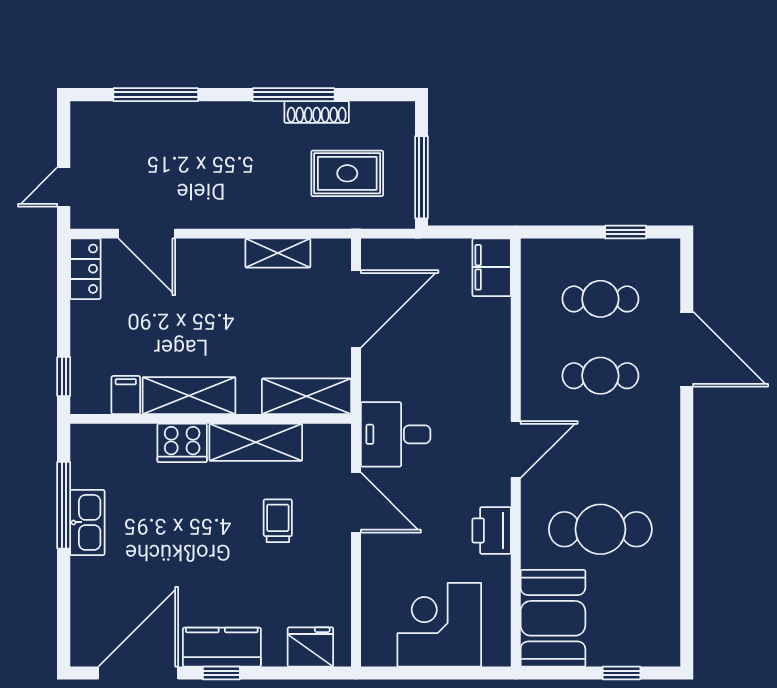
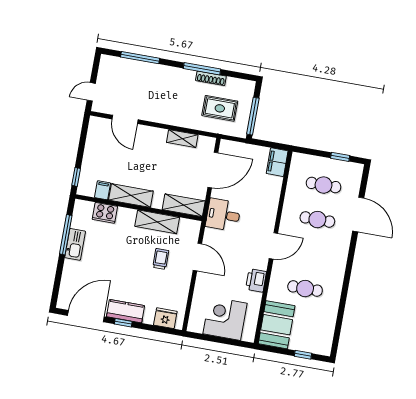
locker: (85, 269) -> (94, 130), removed
desk: (396, 434) -> (223, 215), moved
cooker: (182, 443) -> (105, 213), moved
cafe table: (600, 529) -> (305, 289), width x0.73, depth x0.74

